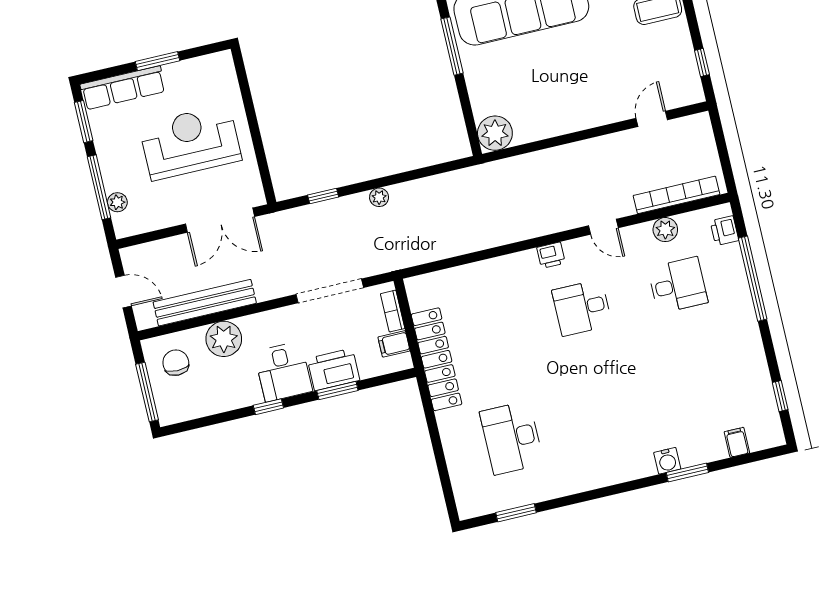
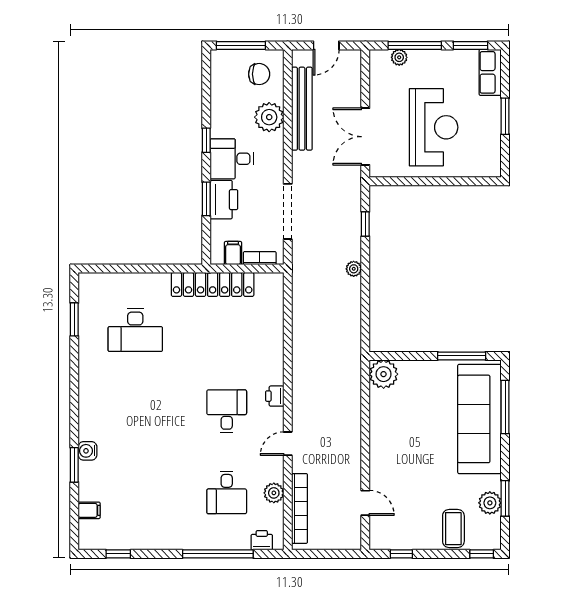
row of seats: (123, 88) -> (490, 72), width x0.68
desk: (512, 438) -> (135, 330), turned 180

